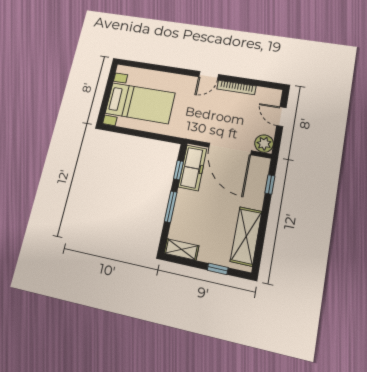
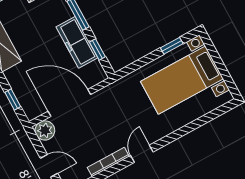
window: (127, 131) -> (172, 46), added
freezer: (193, 168) -> (77, 42), moved

